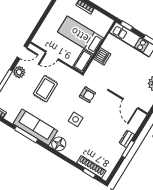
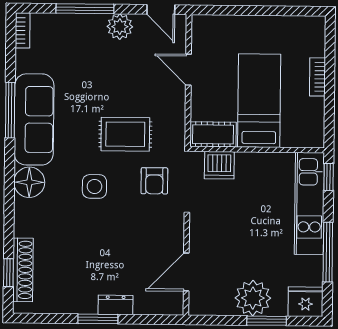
dishwasher: (102, 56) -> (219, 165), moved
rug: (45, 89) -> (125, 134), moved

